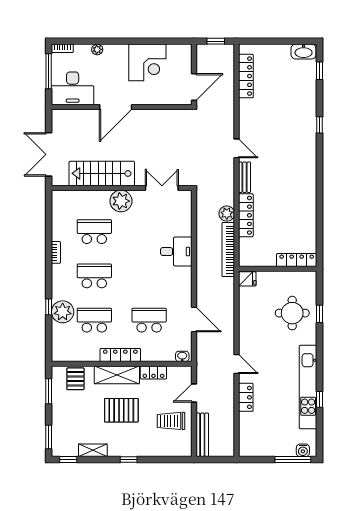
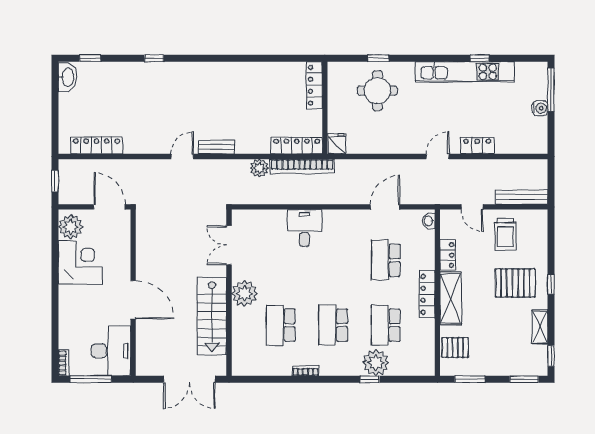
plant: (97, 49) -> (71, 227), moved, width x1.88, depth x1.88
locker: (246, 215) -> (297, 146), moved
pallet: (121, 410) -> (515, 283), moved, turned 90
water cooler: (303, 450) -> (540, 108), moved

